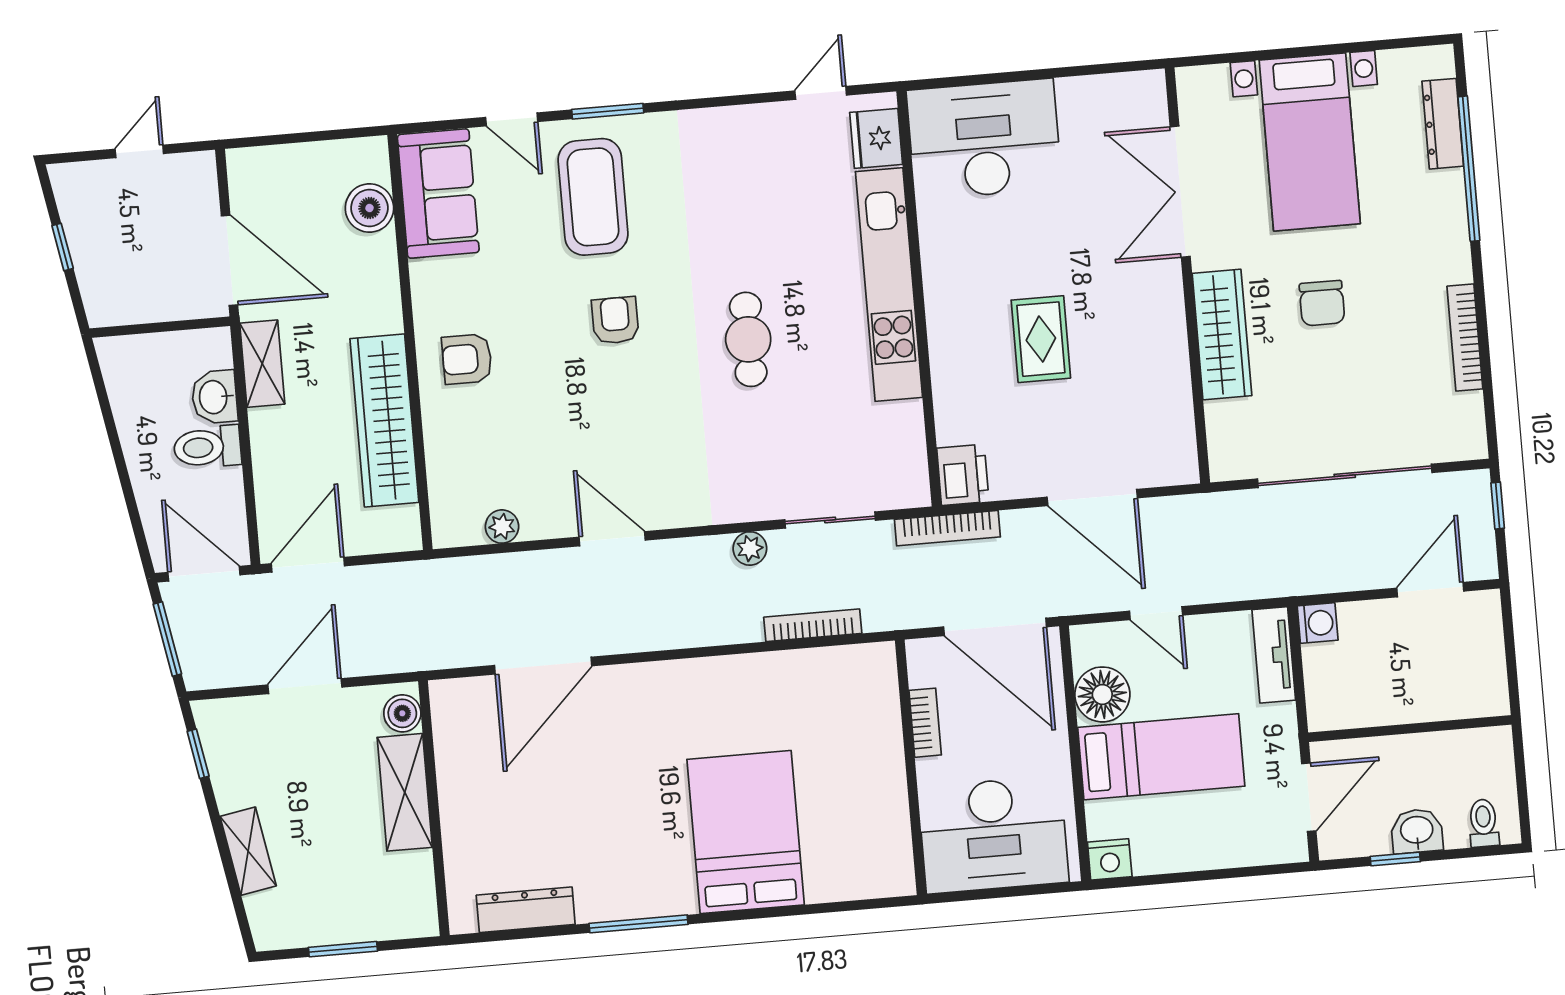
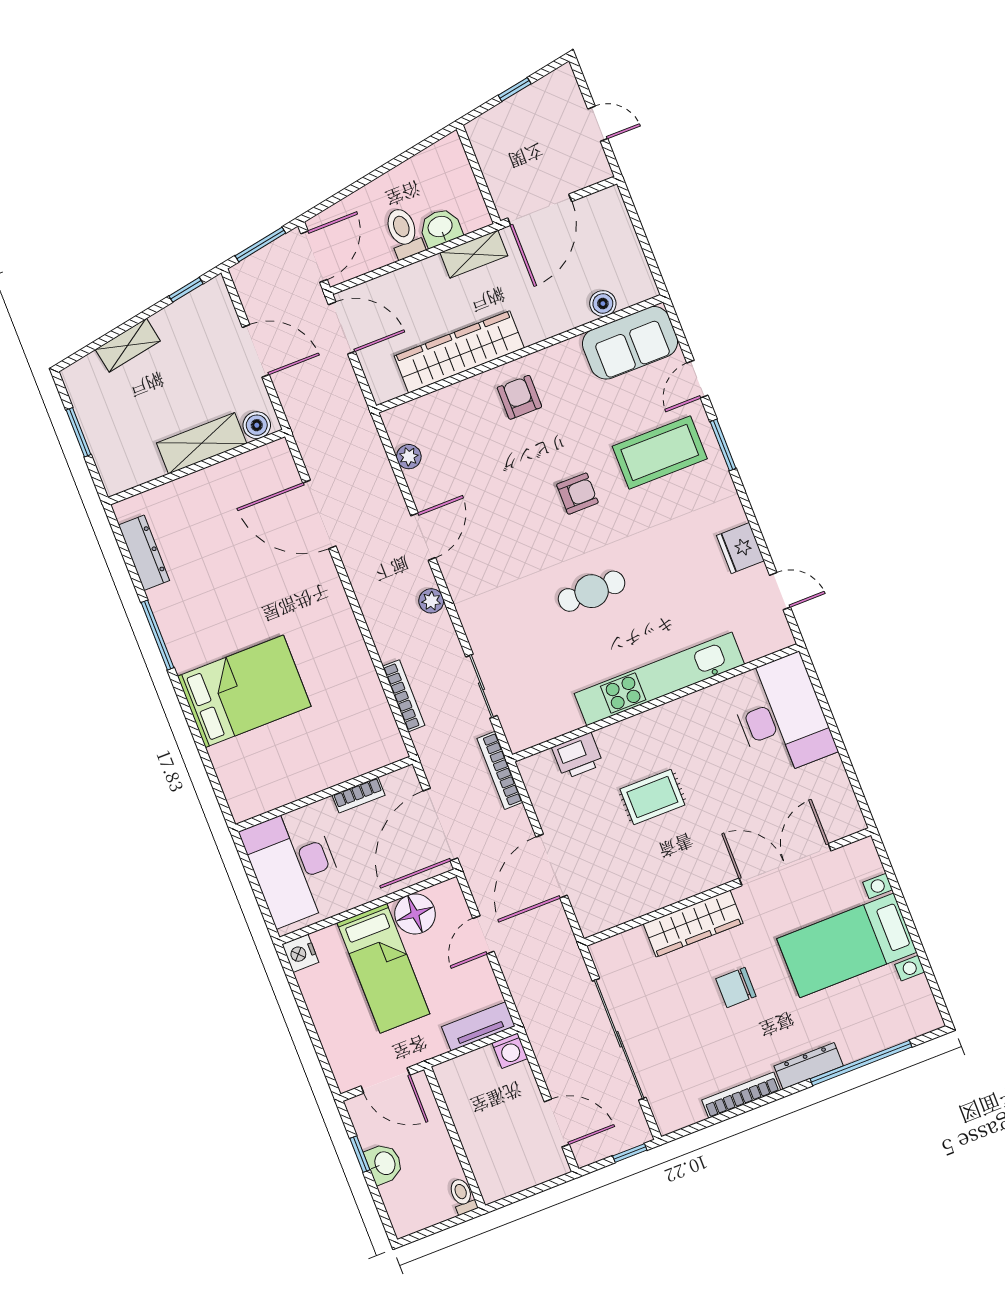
dresser: (1443, 124) -> (809, 1066), moved
fridge: (876, 138) -> (740, 548), moved, turned -90
boiler: (369, 208) -> (603, 304), width x0.73, depth x0.73
printer: (963, 475) -> (577, 756), moved
plant: (750, 548) -> (431, 601), moved
toilet: (1484, 823) -> (462, 1196), moved, turned -90

